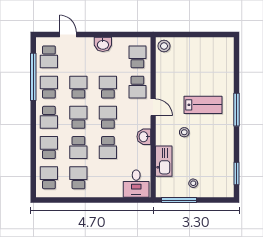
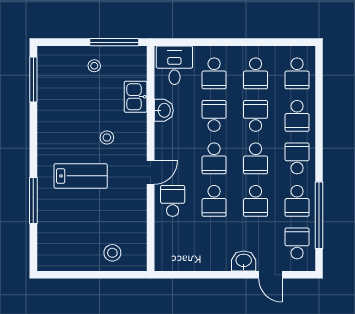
washbasin: (103, 44) -> (244, 261), moved
stool: (164, 46) -> (112, 253), moved
school desk: (137, 57) -> (214, 73), moved
lab bench: (203, 105) -> (81, 176), turned 180
door: (153, 107) -> (151, 173), swing flipped
window: (236, 110) -> (33, 200), moved
washbasin: (144, 137) -> (164, 110), moved
kitchen sink: (164, 161) -> (136, 97), width x0.73
window: (236, 173) -> (33, 79), width x1.44

